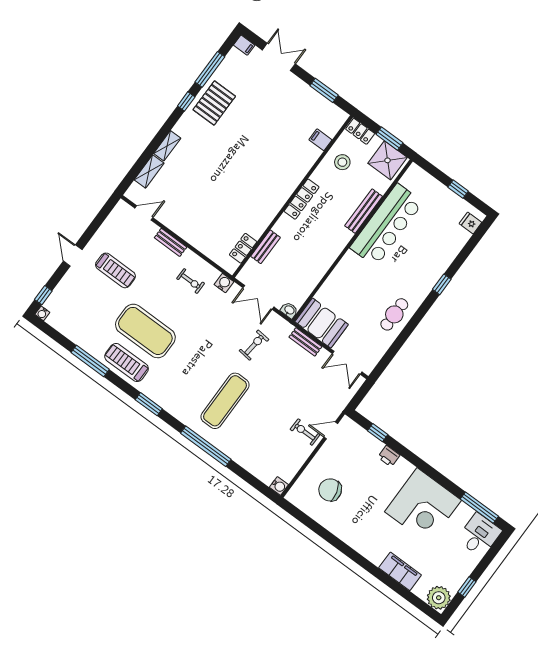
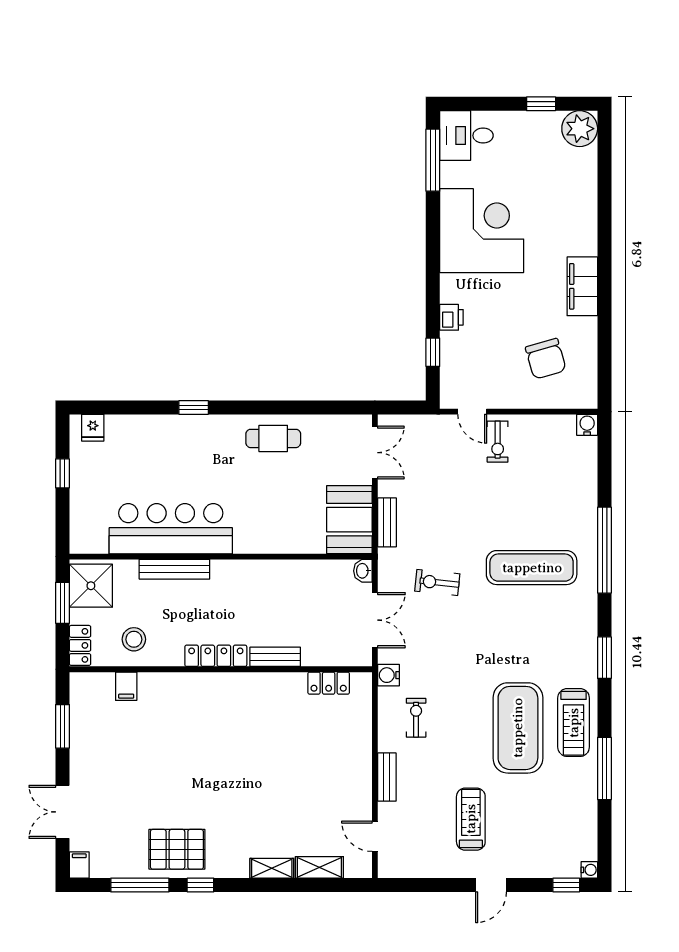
bench: (266, 247) -> (275, 657), moved
filing cabinet: (400, 571) -> (582, 286), moved

